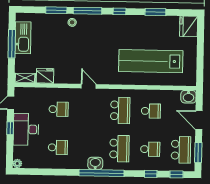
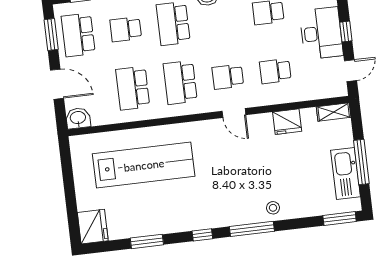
window: (56, 10) -> (340, 218), moved
fridge: (45, 76) -> (287, 122), moved
school desk: (89, 110) -> (228, 77), added
school desk: (151, 111) -> (133, 88), width x1.85

